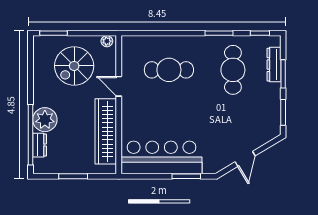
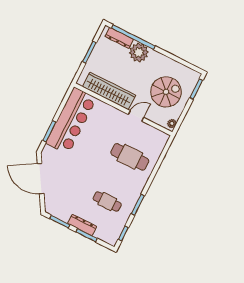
dresser: (274, 65) -> (82, 225), moved
spiral stairs: (74, 66) -> (166, 92), turned 90
cafe table: (169, 70) -> (130, 157), turned 90
cafe table: (233, 70) -> (107, 202), width x0.73, depth x0.74
dresser: (40, 145) -> (119, 38), width x1.44
door: (245, 159) -> (41, 179), width x1.87

